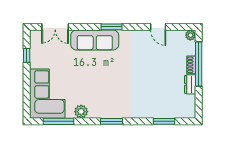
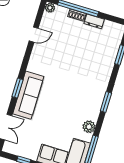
window: (111, 27) -> (18, 88), moved

